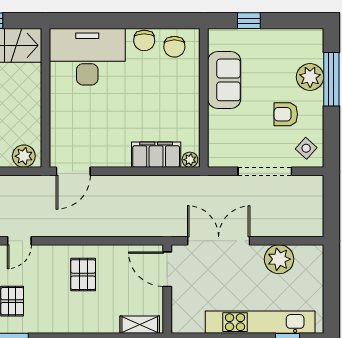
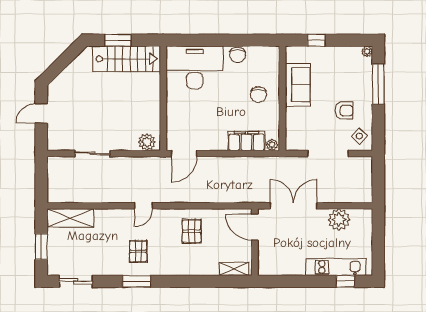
chair: (174, 47) -> (259, 95), moved
plant: (310, 77) -> (367, 51), moved, width x0.53, depth x0.53
armchair: (286, 114) -> (344, 111), turned 180
kitchen unit: (260, 322) -> (336, 267), width x0.73

